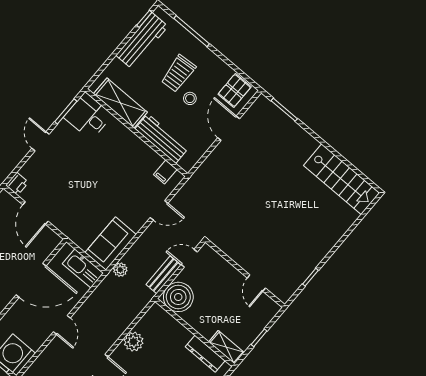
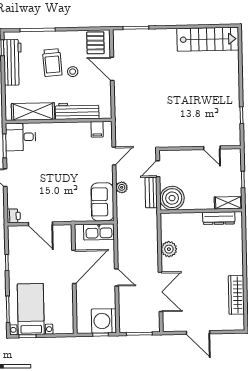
plant: (120, 270) -> (122, 187), moved

